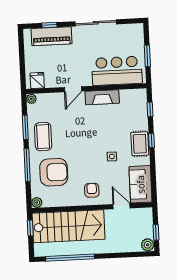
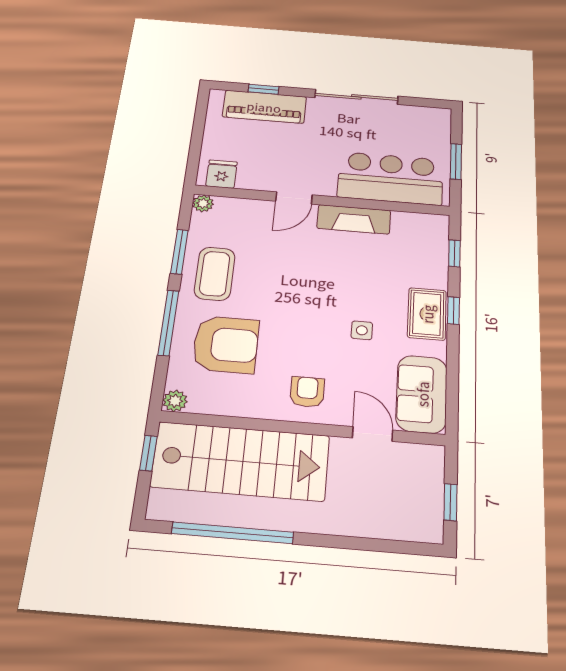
plant: (148, 245) -> (428, 528), removed

